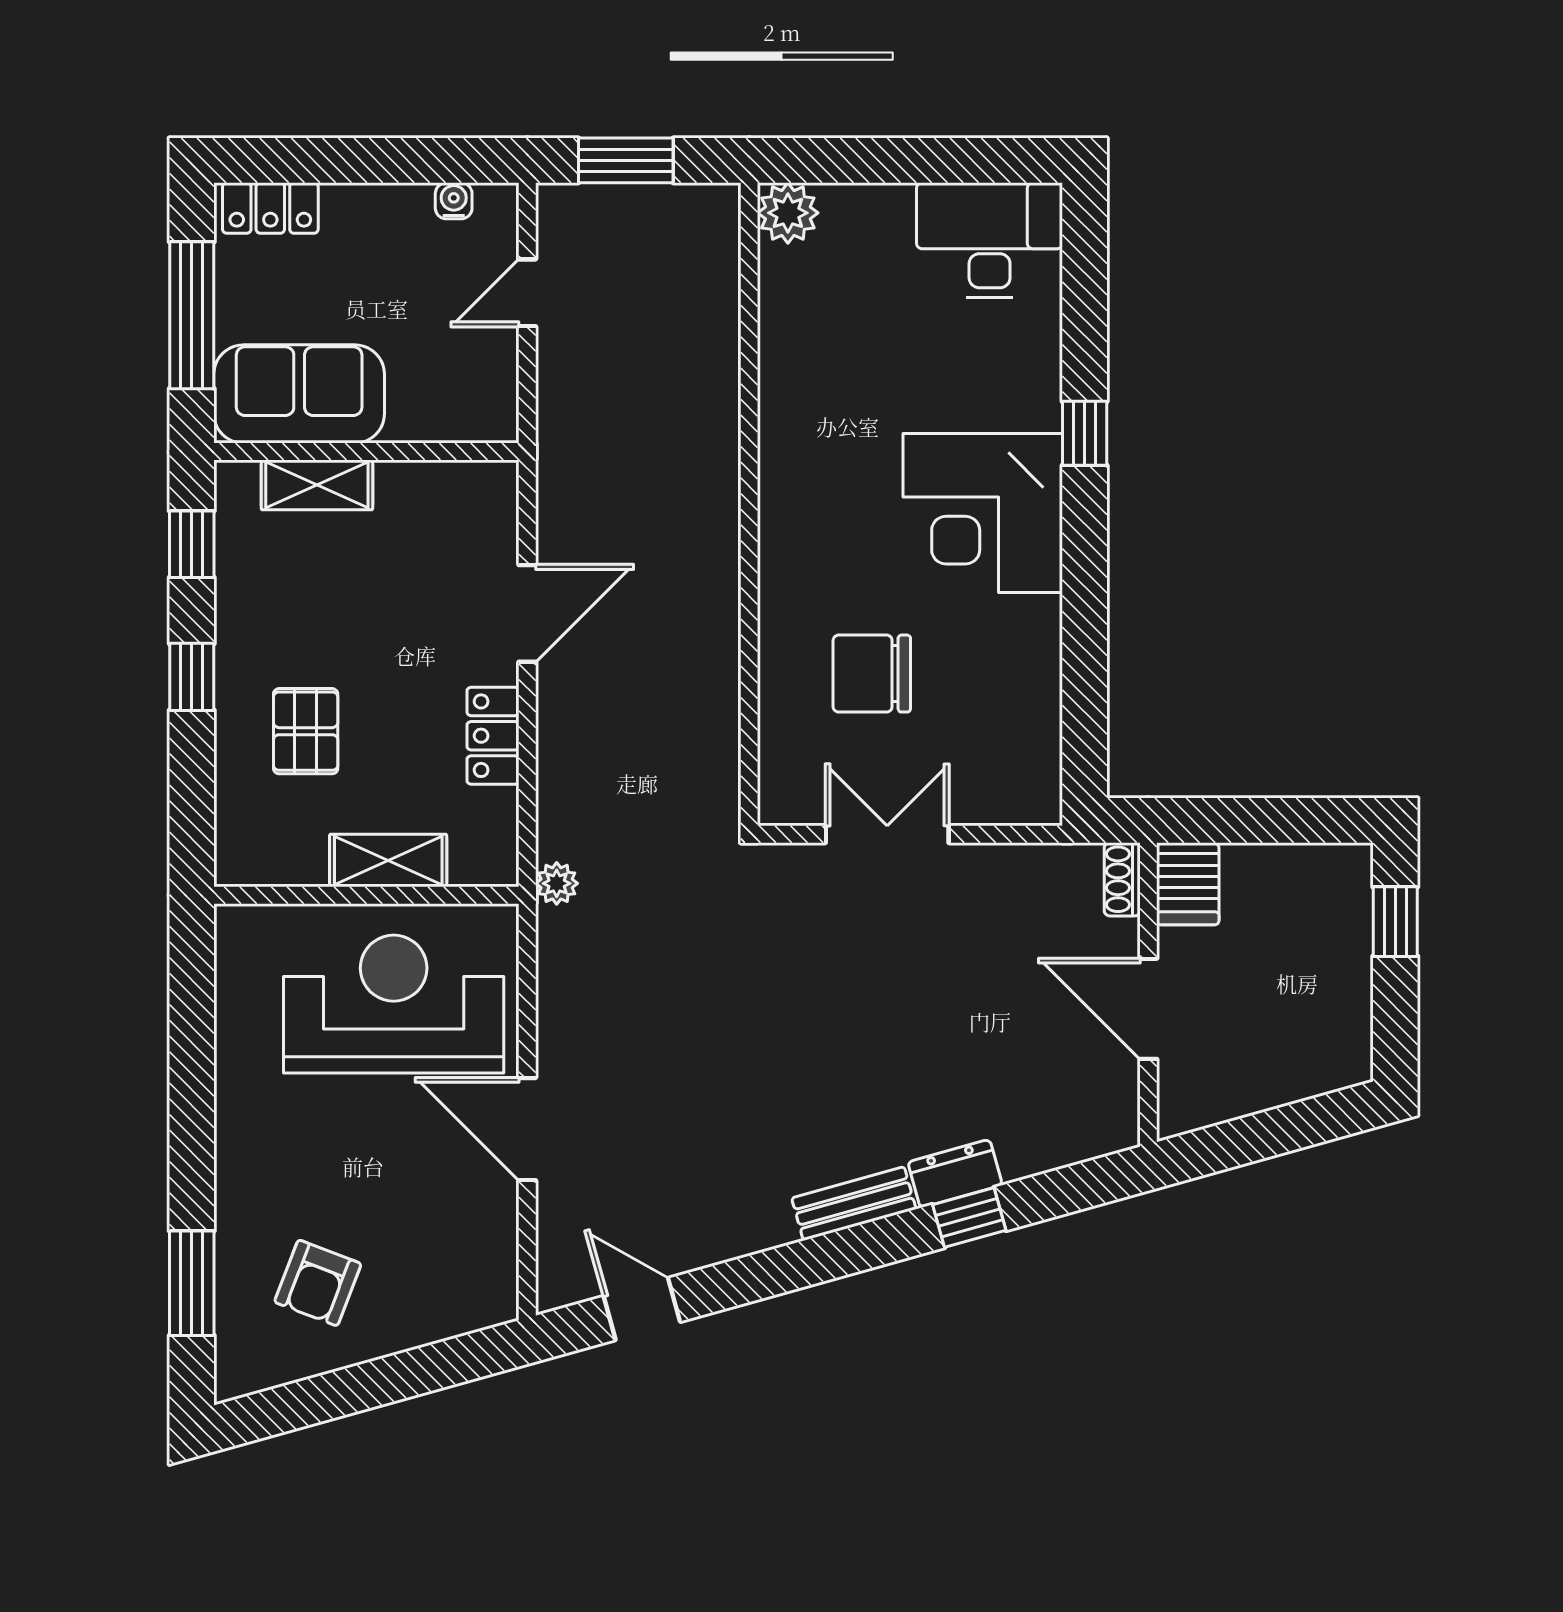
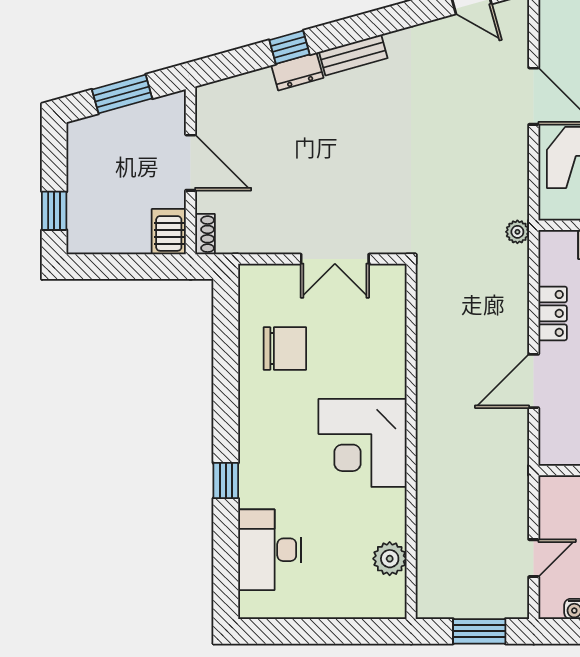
plant: (788, 213) -> (390, 559), moved
desk: (990, 240) -> (270, 550), moved, turned 90
corner desk: (983, 513) -> (362, 443), moved, turned 180
chair: (872, 674) -> (285, 349), moved
window: (1272, 1133) -> (122, 94), added

